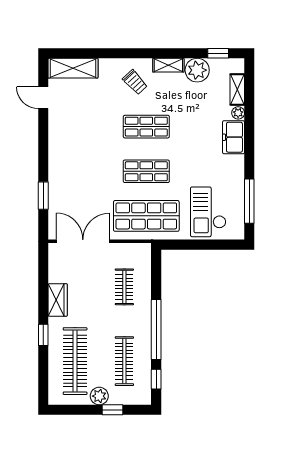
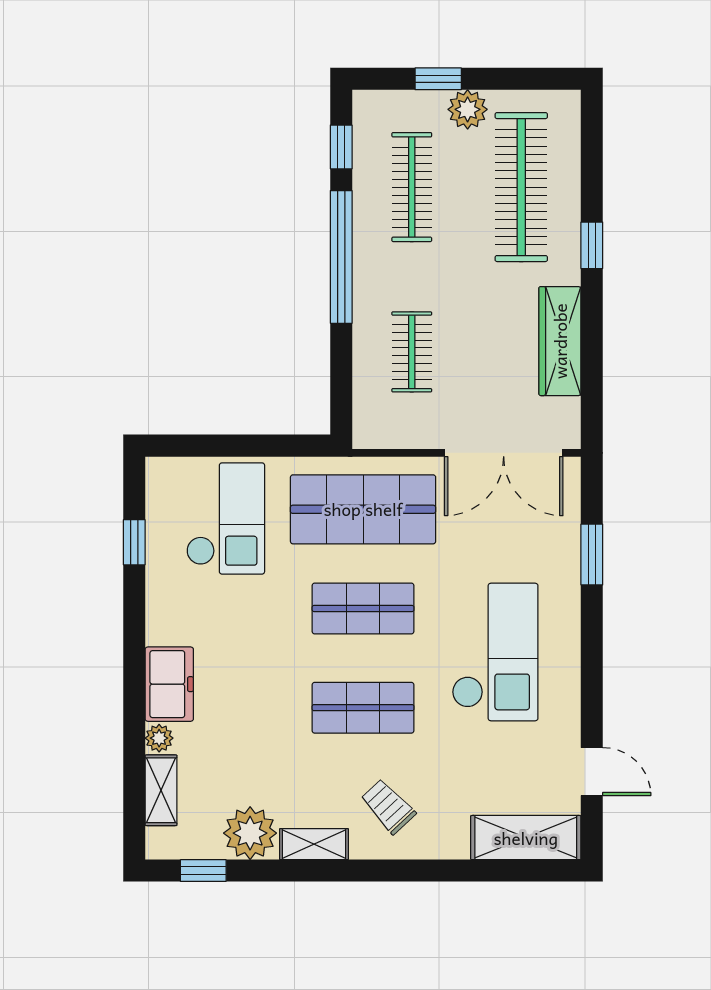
checkout: (87, 152) -> (495, 652), added
window: (249, 201) -> (134, 542), width x0.46
wardrobe: (58, 300) -> (560, 341), width x1.50

